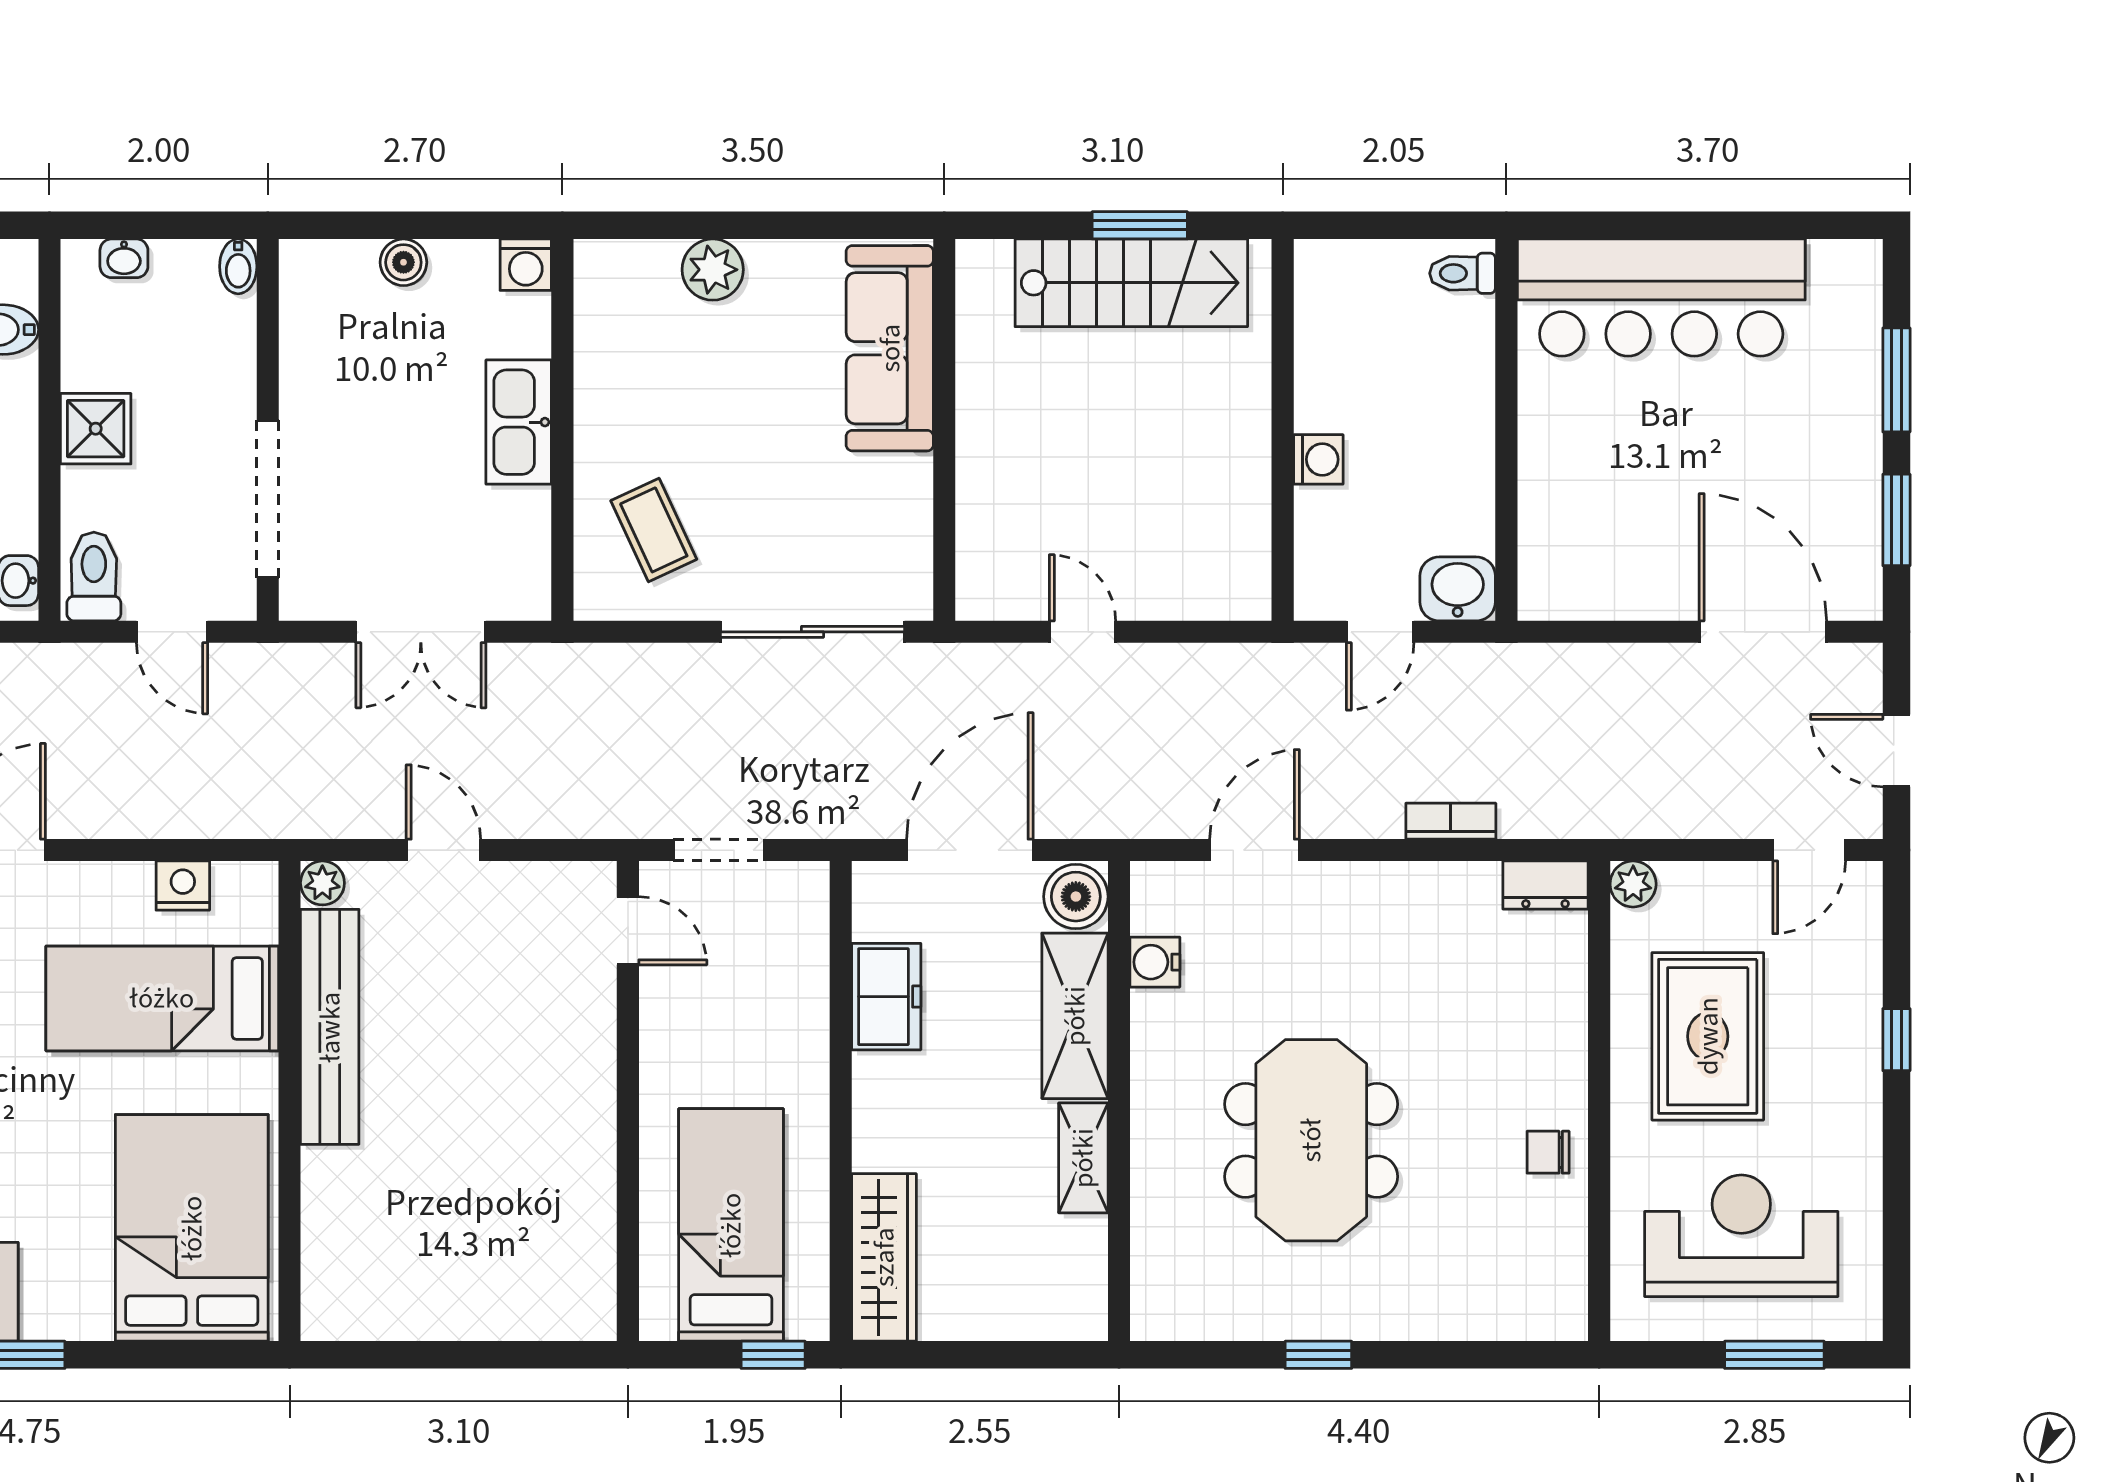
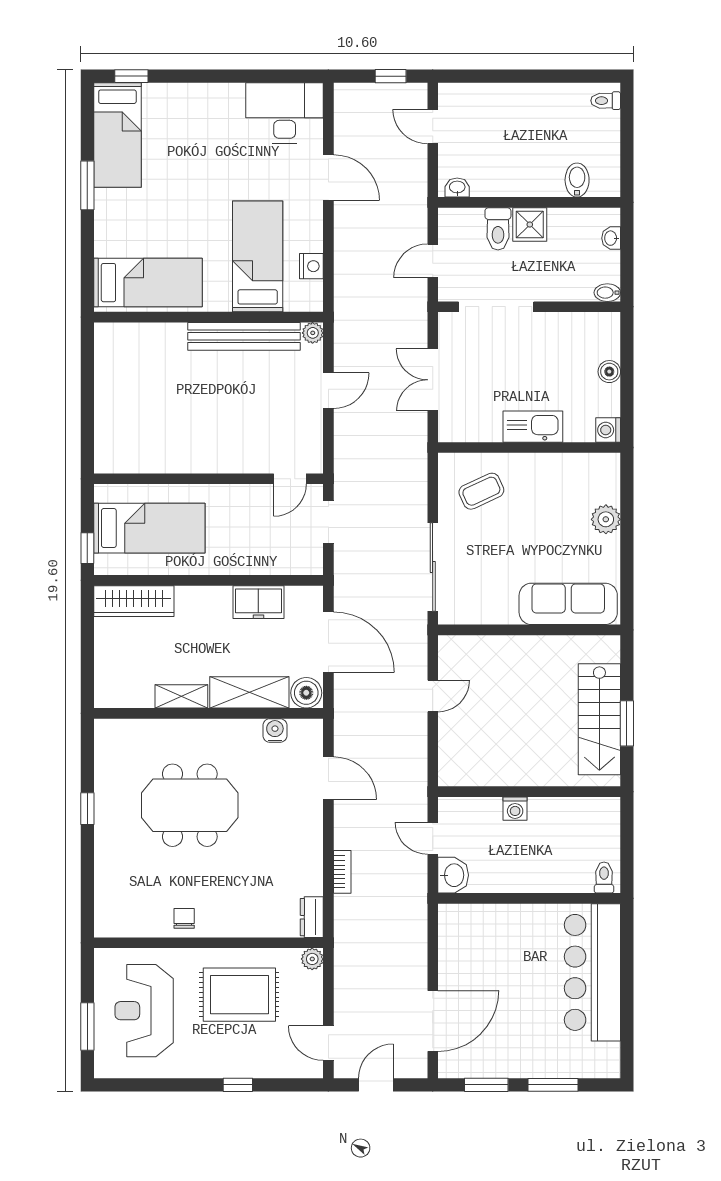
toilet: (94, 576) -> (498, 229), moved, turned 90
bed: (192, 1228) -> (148, 283), width x0.67
reception desk: (1741, 1236) -> (144, 1011), turned 180

